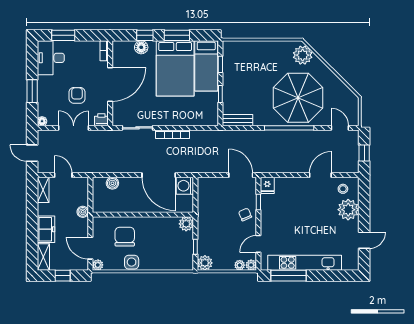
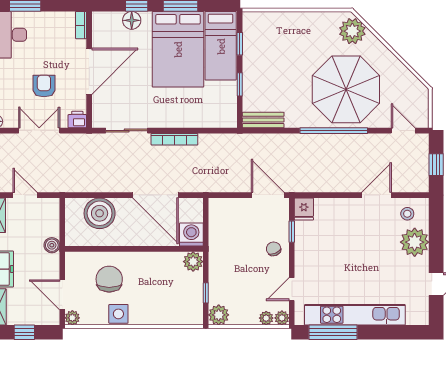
boiler: (112, 183) -> (100, 213), width x1.86, depth x1.86
washing machine: (185, 186) -> (191, 235), moved, turned 90

